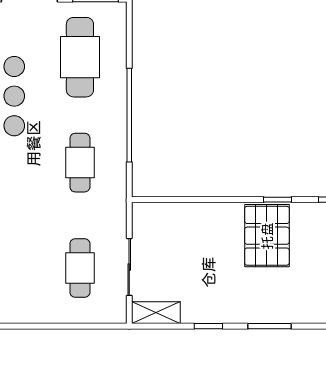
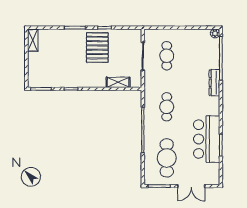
pallet: (267, 236) -> (97, 48), moved
shelving: (156, 313) -> (118, 82), moved

